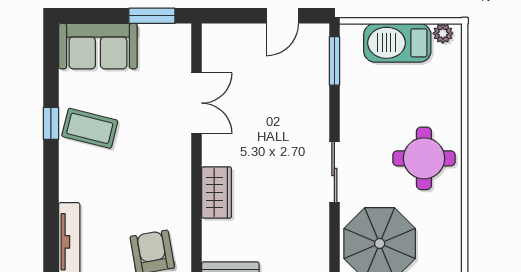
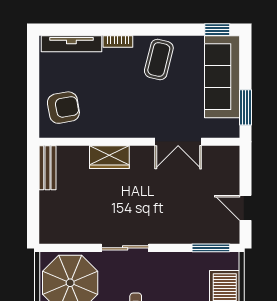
sofa: (98, 46) -> (222, 77), width x1.36
window: (51, 123) -> (217, 30), moved
bookcase: (66, 181) -> (118, 41), added

